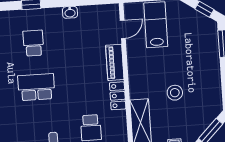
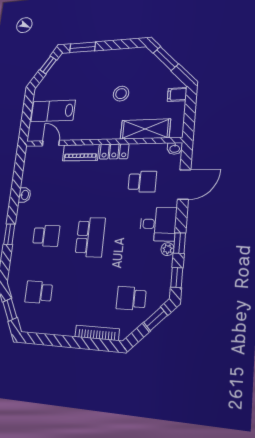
school desk: (33, 43) -> (46, 236), turned 180
school desk: (36, 87) -> (90, 237), turned 180

